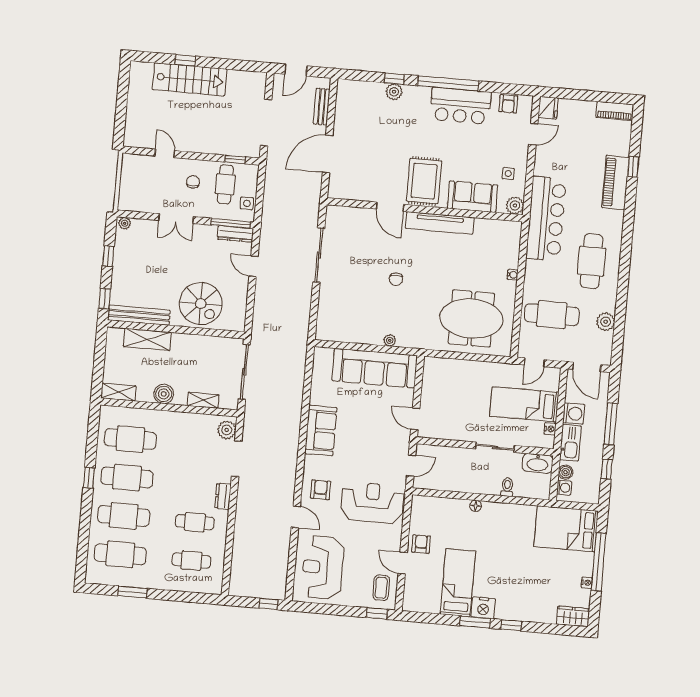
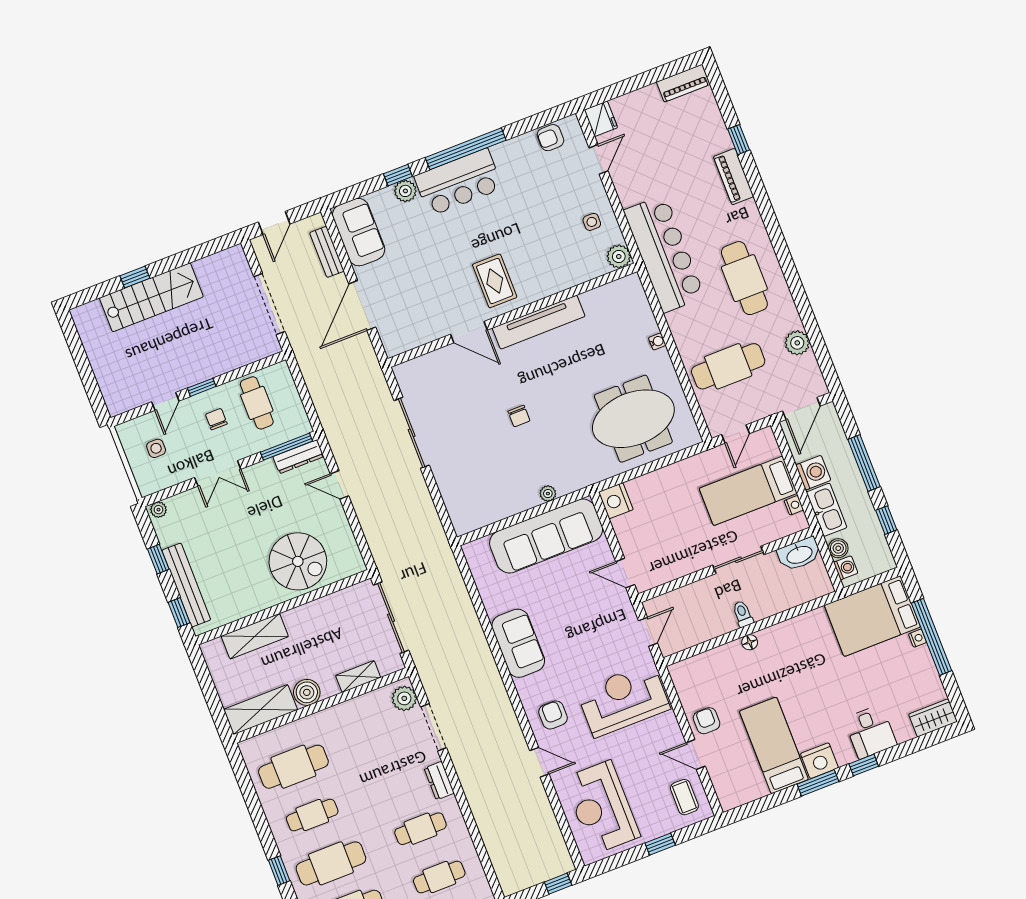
armchair: (508, 104) -> (550, 138), turned 90
bar counter: (461, 106) -> (458, 182), moved
door: (165, 153) -> (165, 401), swing flipped
window: (235, 159) -> (202, 387), moved
rug: (424, 181) -> (495, 281), width x0.73, depth x0.70
piano: (615, 183) -> (733, 177), width x0.73, depth x0.75
sofa: (473, 197) -> (359, 232), moved, turned 90
side table: (247, 203) -> (156, 448), moved
bench: (139, 315) -> (186, 585), moved, turned 90
door: (587, 367) -> (801, 408), hinge flipped
nightstand: (433, 368) -> (616, 501), added
shelving: (118, 392) -> (261, 710), width x1.50, depth x1.33
cafe table: (127, 477) -> (312, 815), width x0.73, depth x0.74
window: (89, 478) -> (279, 871), moved
toilet: (507, 487) -> (743, 614), moved
nightstand: (587, 583) -> (918, 638), moved
desk: (527, 605) -> (870, 732), added
window: (377, 613) -> (660, 844), moved

